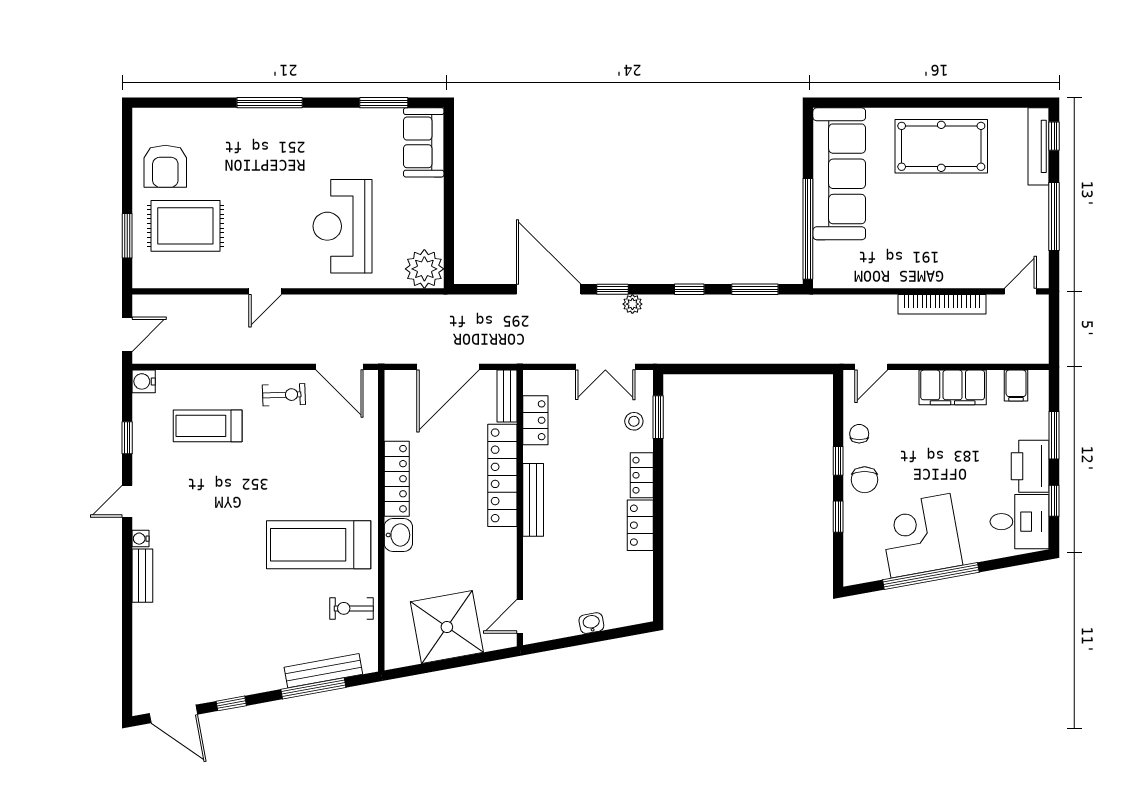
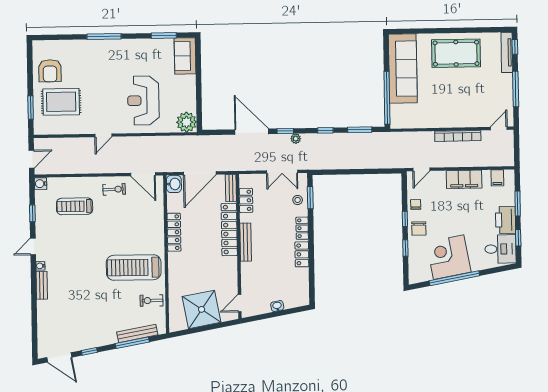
washbasin: (398, 535) -> (174, 184), moved

